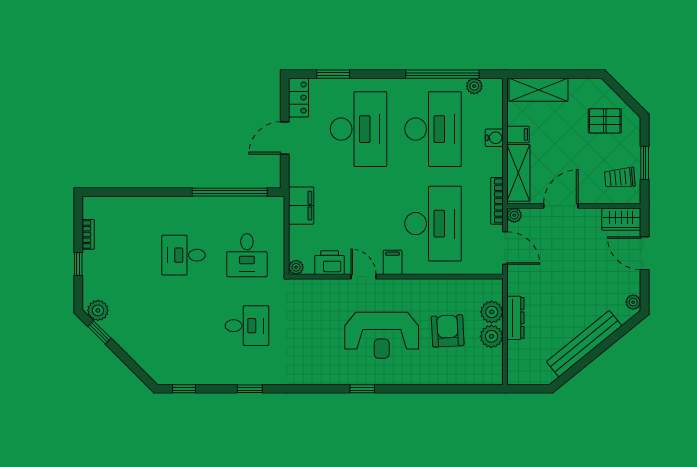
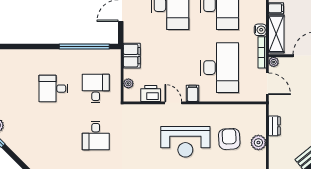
water cooler: (494, 138) -> (260, 30), moved
desk: (247, 255) -> (96, 89), turned 180
plant: (296, 267) -> (128, 83), moved
plant: (492, 312) -> (259, 126), removed
dresser: (515, 318) -> (274, 126), width x0.70
desk: (247, 326) -> (96, 135), turned 90

